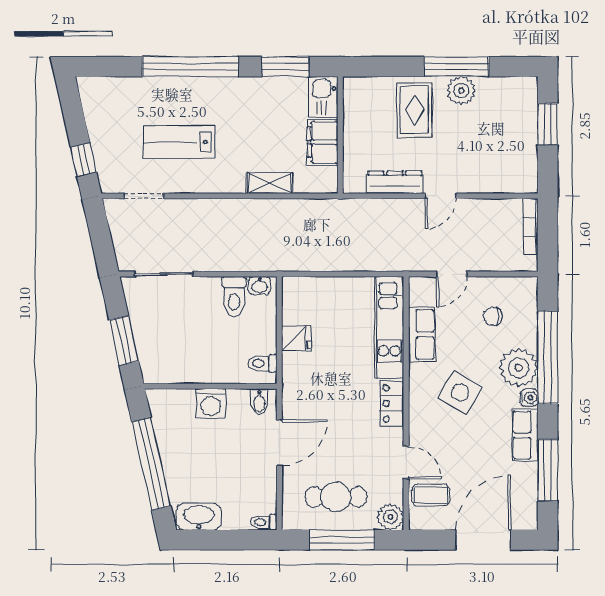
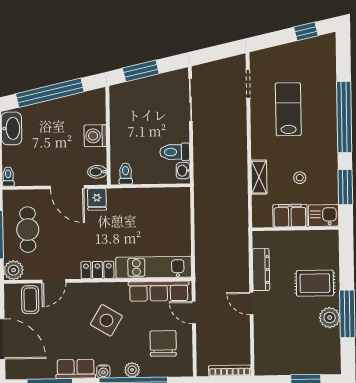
stool: (271, 128) -> (300, 178), added
window: (83, 160) -> (306, 31), moved
chair: (493, 316) -> (163, 343), width x1.87, depth x1.87
row of seats: (422, 334) -> (159, 291), width x1.48
fridge: (297, 338) -> (97, 199), moved
plant: (519, 368) -> (132, 370), width x0.53, depth x0.53

